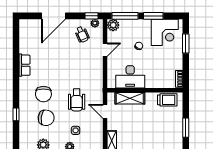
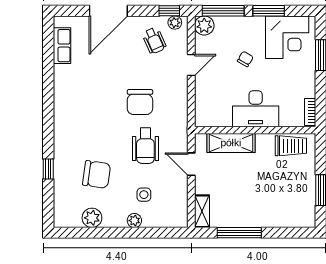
row of seats: (25, 65) -> (62, 46), moved
desk: (130, 77) -> (256, 109), moved
chair: (43, 94) -> (140, 102), moved

